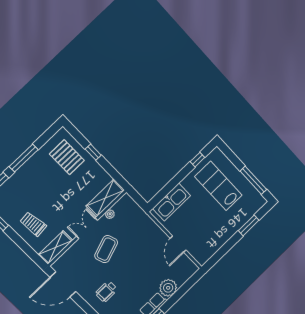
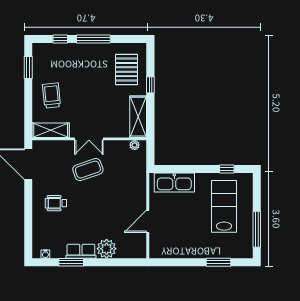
shelving: (105, 198) -> (138, 117), moved, turned 90
plant: (110, 214) -> (135, 145), moved
double door: (87, 228) -> (89, 139), swing flipped

